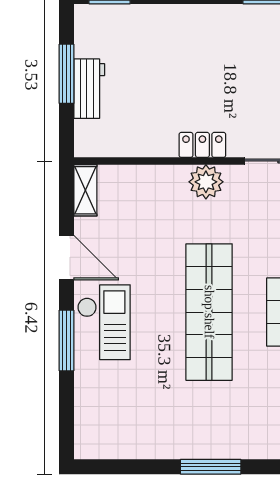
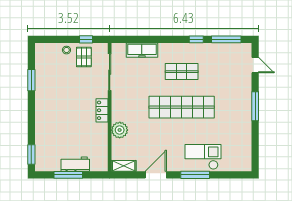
plant: (206, 182) -> (120, 130), moved
checkout: (104, 322) -> (203, 157), moved

